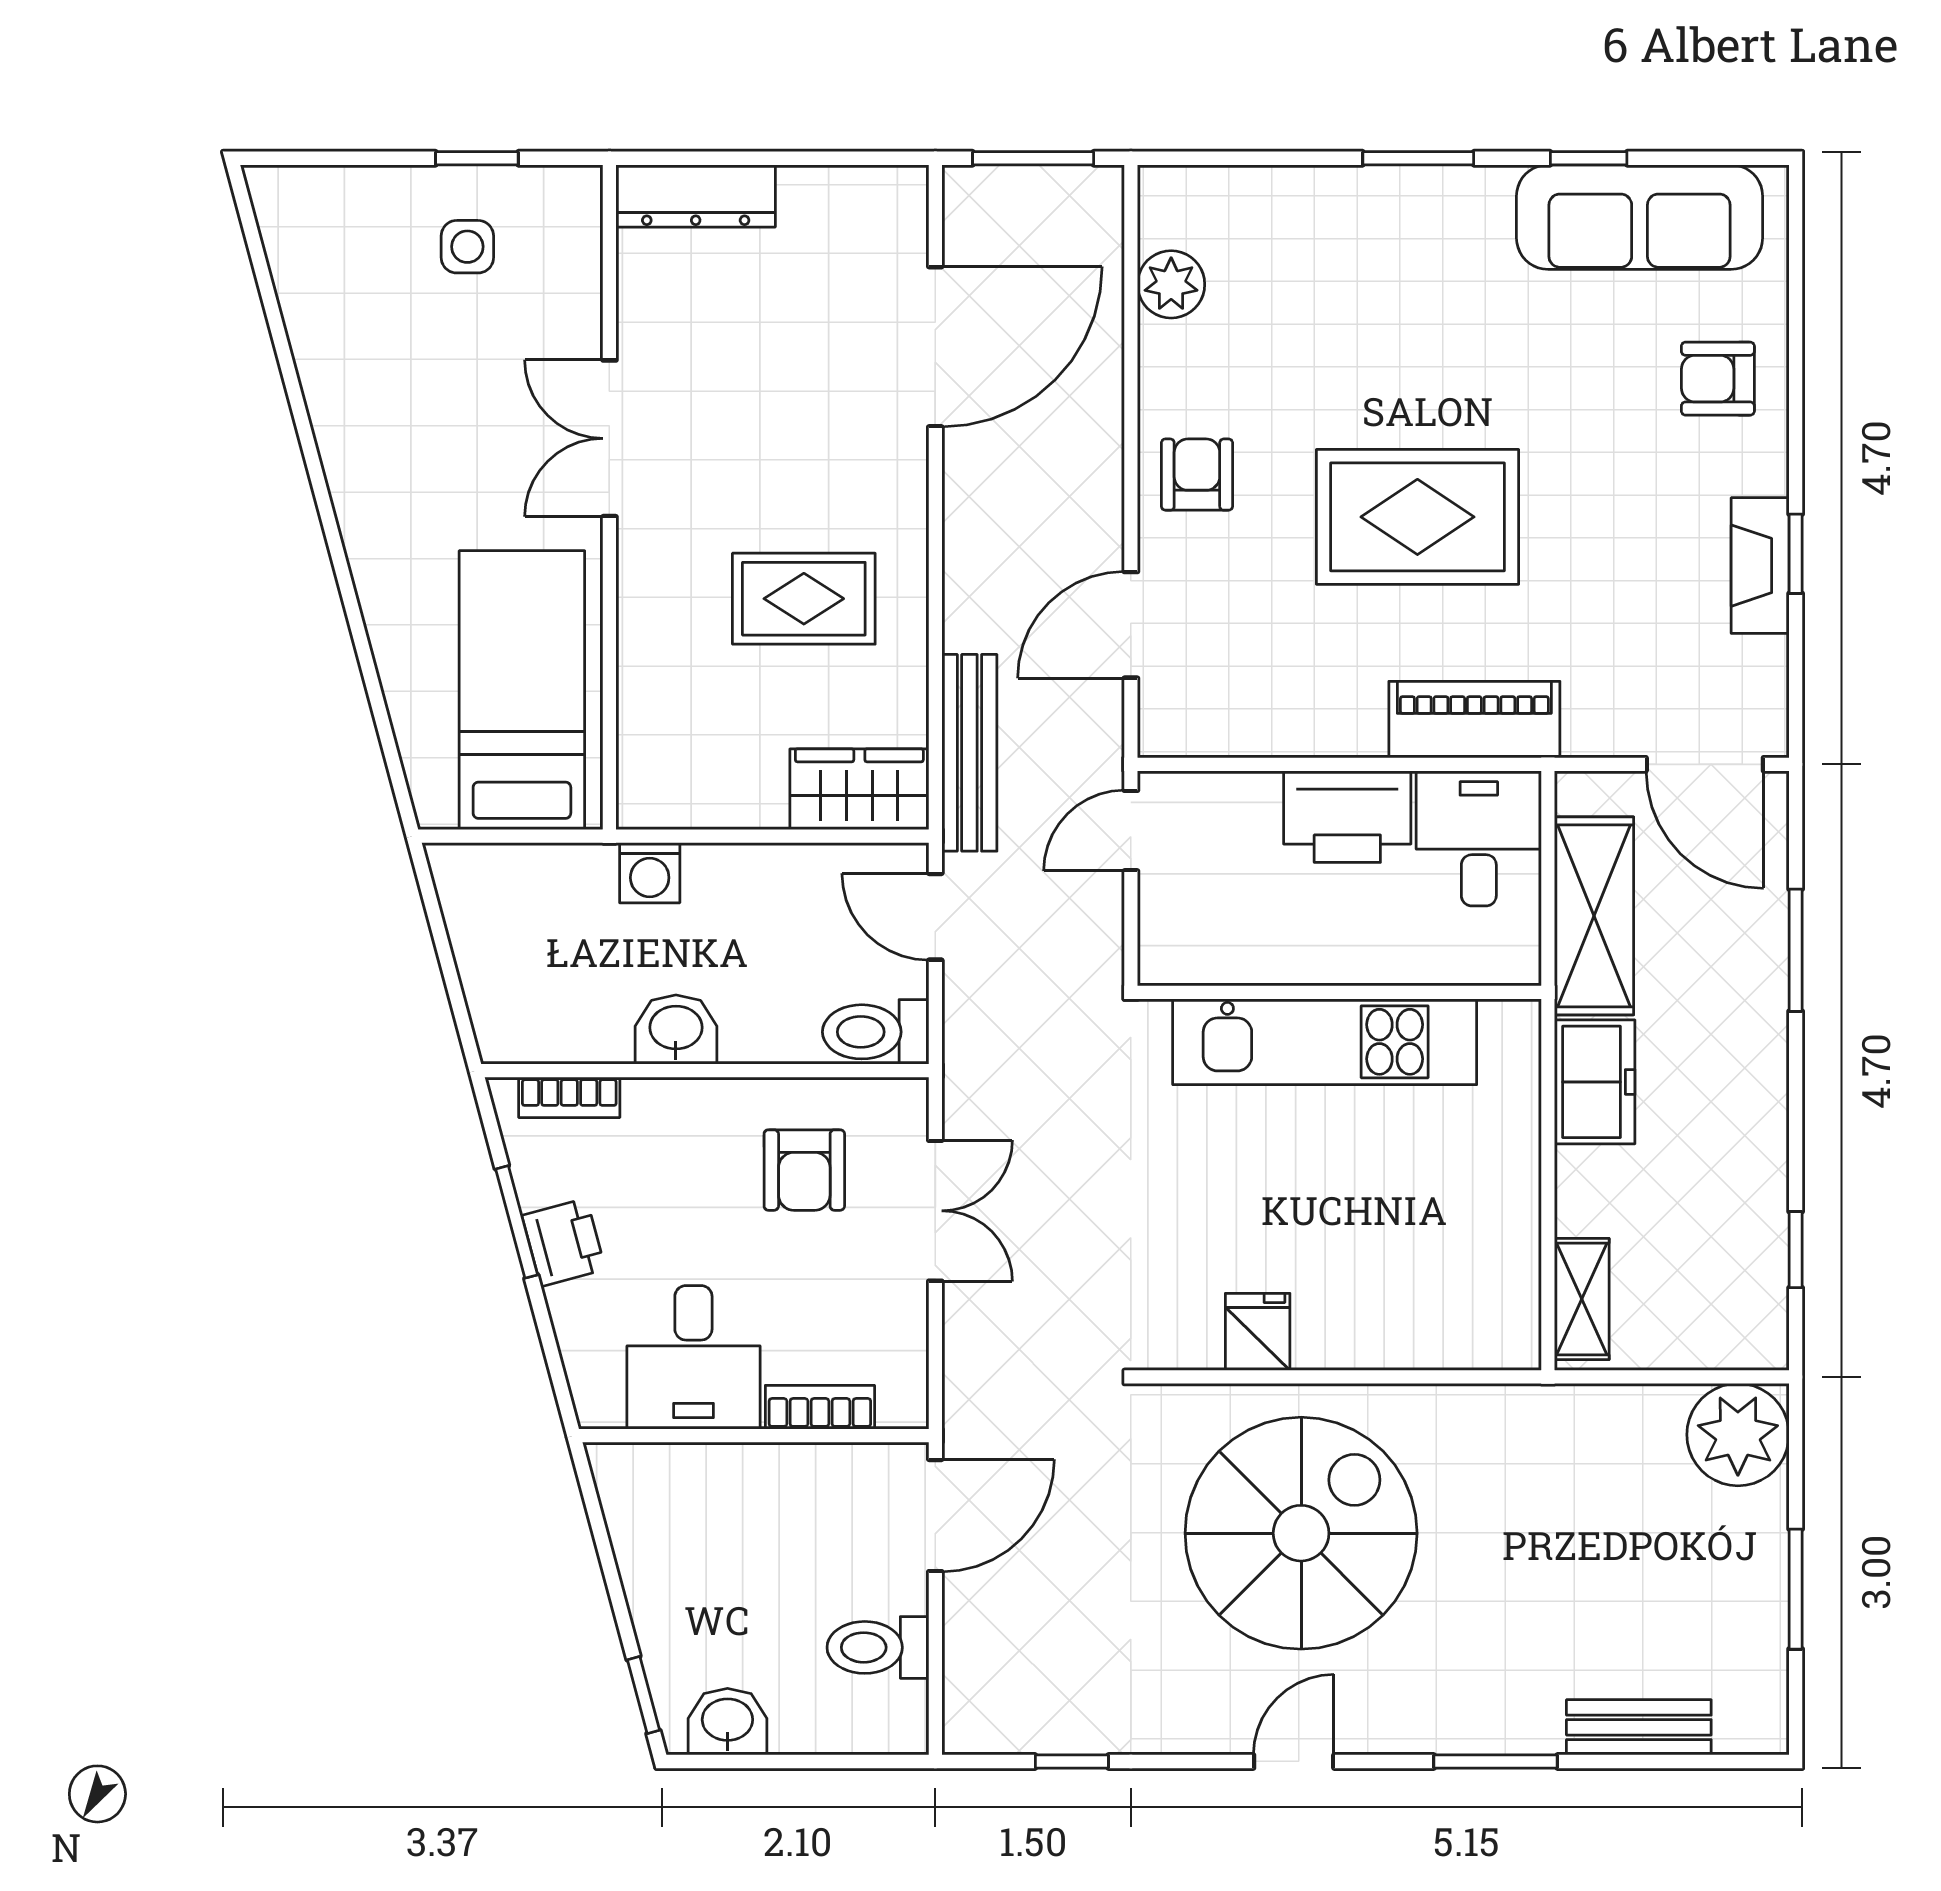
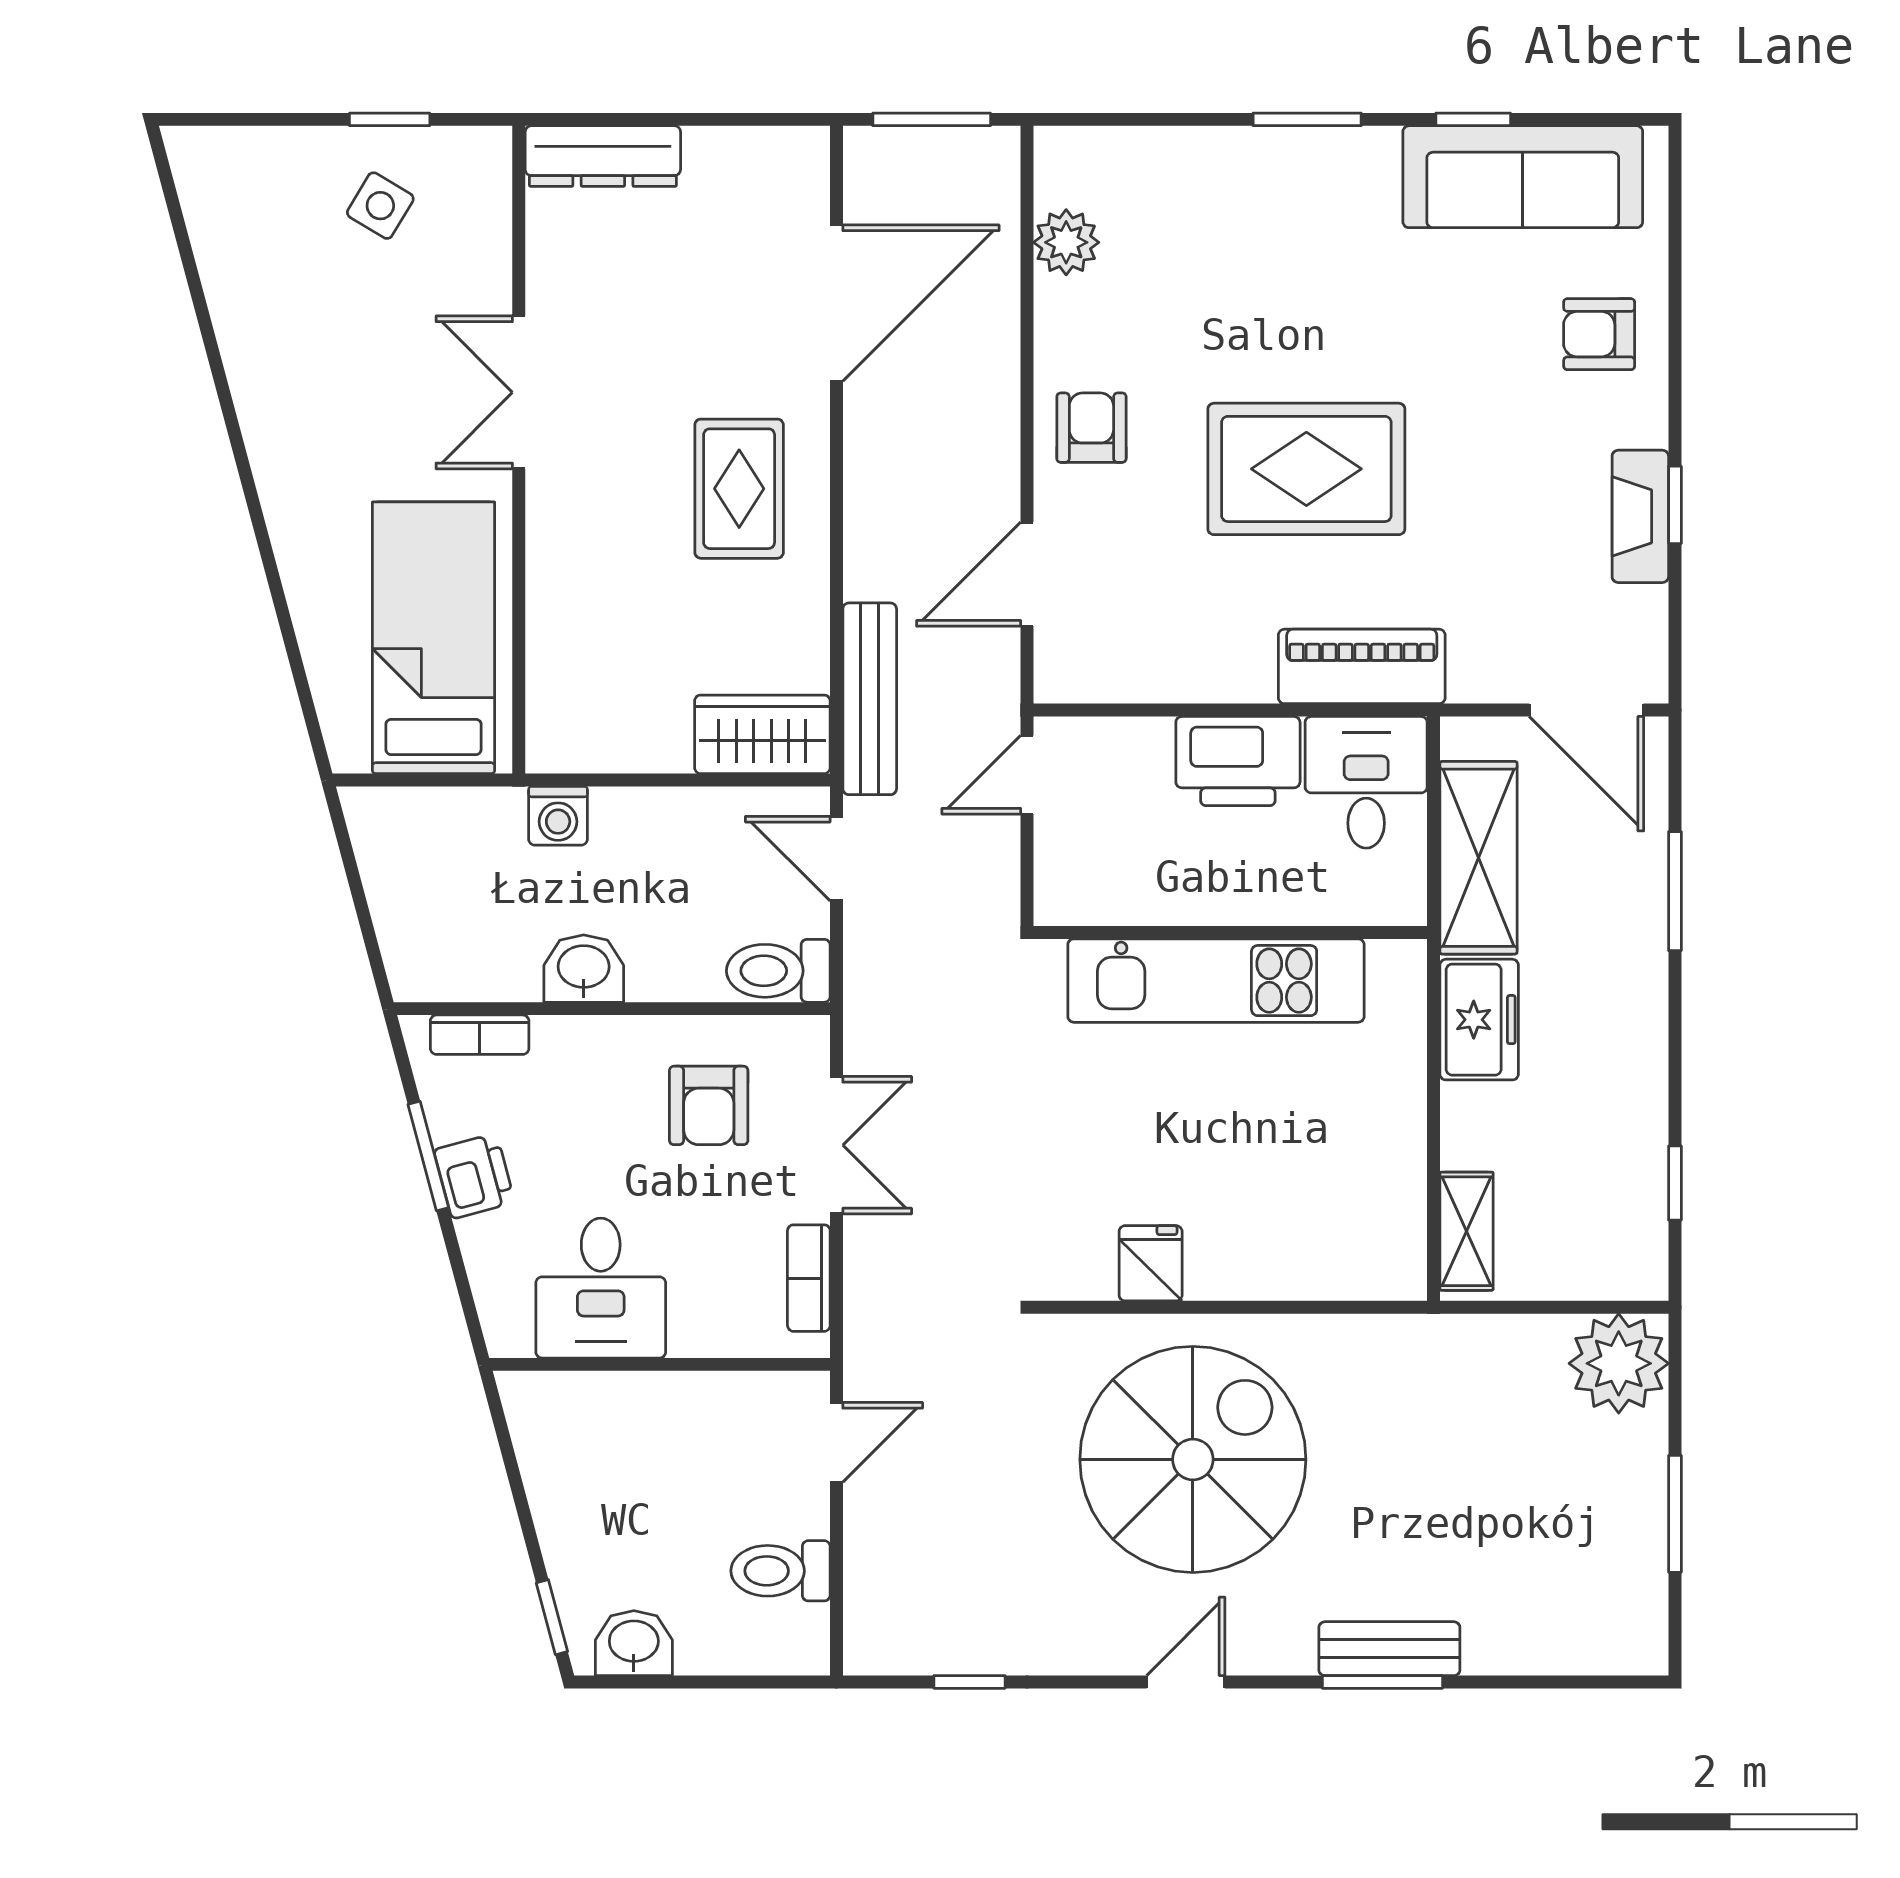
side table: (467, 247) -> (380, 206), turned 31
rug: (804, 599) -> (739, 489), moved, turned 90
bookcase: (820, 1407) -> (809, 1278), moved, turned -90
door: (935, 1516) -> (836, 1442), width x0.73
bench: (1639, 1727) -> (1389, 1649), moved

